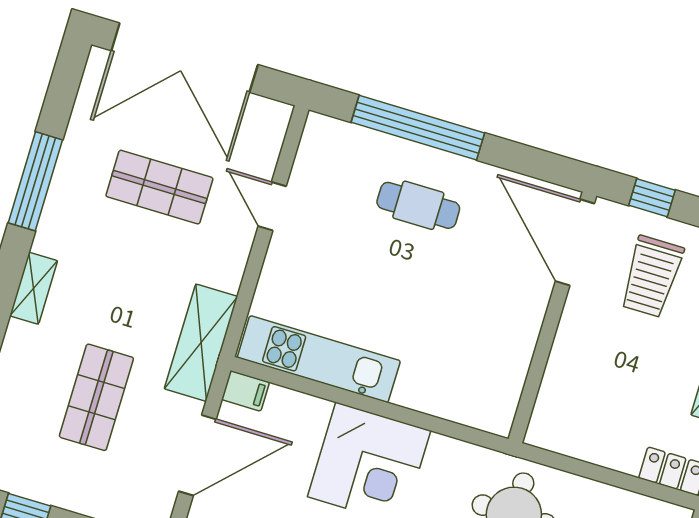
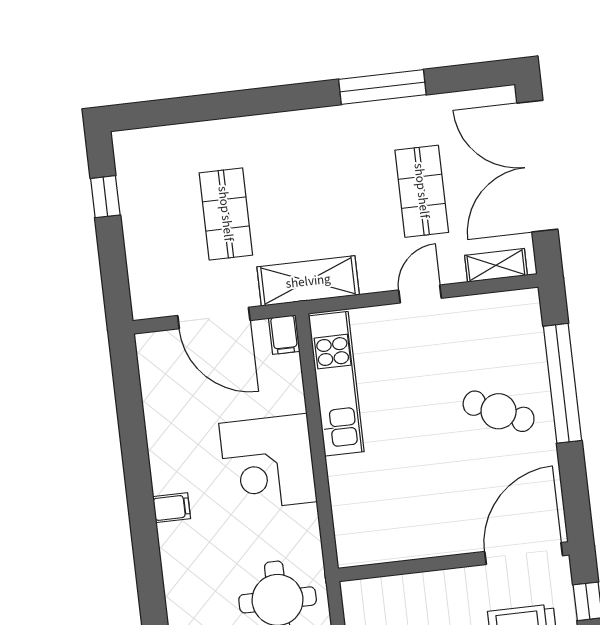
cafe table: (418, 205) -> (499, 411), turned -65
door: (272, 206) -> (420, 294), moved
shelving: (34, 288) -> (496, 265), moved
shop shelf: (96, 397) -> (226, 214), turned 90

